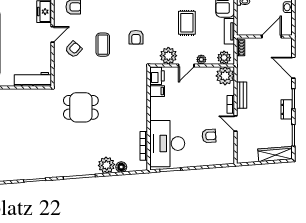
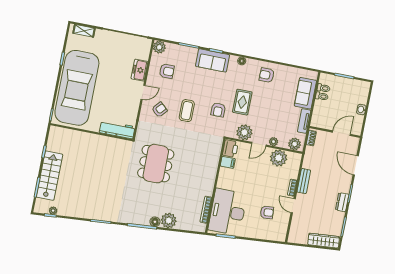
rug: (187, 23) -> (242, 102), moved
plant: (225, 76) -> (279, 158), moved
dining table: (81, 107) -> (156, 164), width x1.38
floor lamp: (121, 167) -> (155, 222), moved

